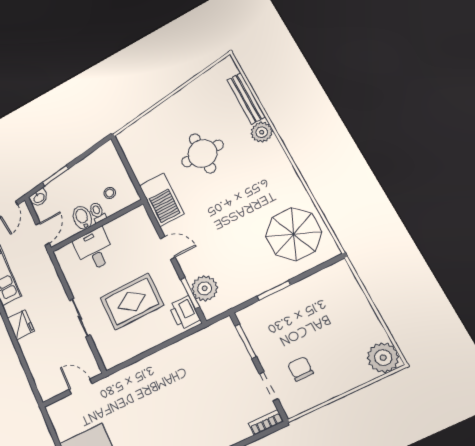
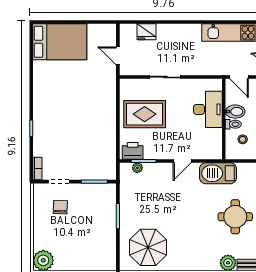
desk: (94, 250) -> (208, 109), width x1.37
plant: (205, 288) -> (137, 168), width x0.53, depth x0.53
rug: (132, 301) -> (145, 114), moved, turned 90
fridge: (21, 325) -> (146, 32), moved
chair: (300, 369) -> (60, 207), turned -88
door: (81, 386) -> (118, 56), swing flipped

